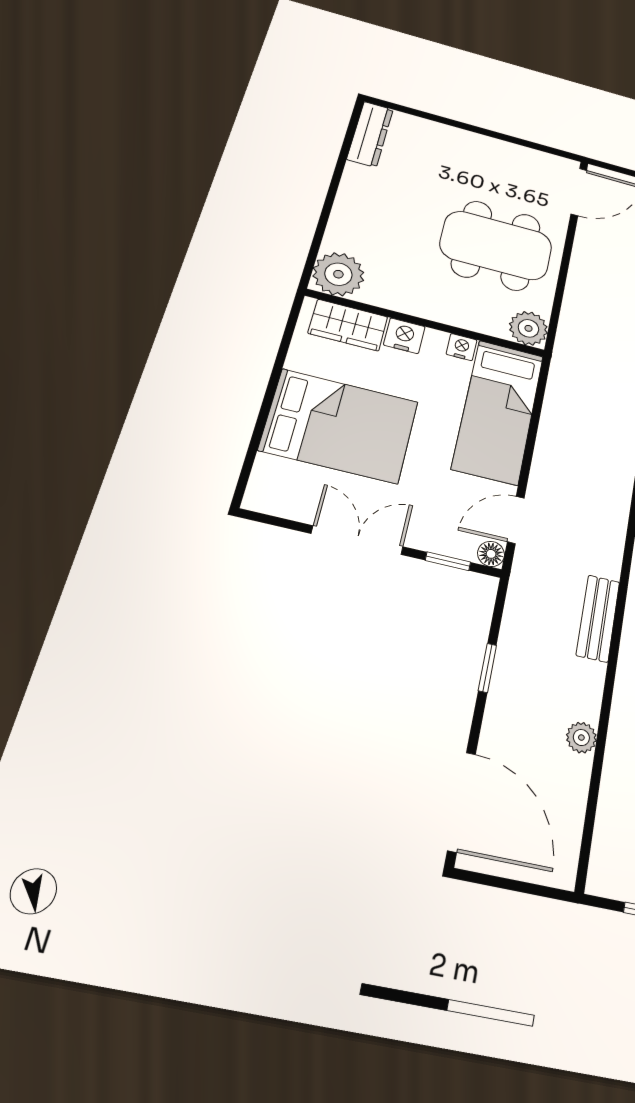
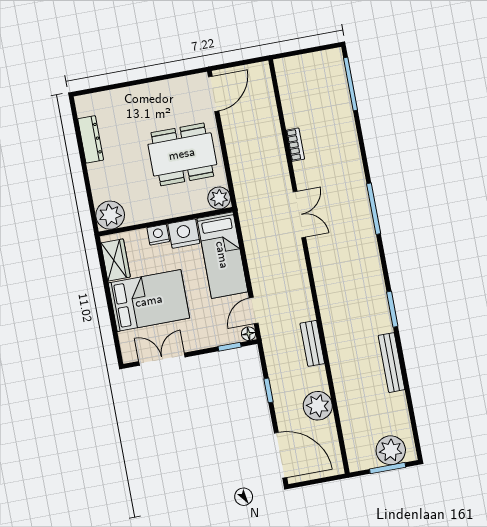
dresser: (370, 134) -> (91, 139), moved
wardrobe: (348, 325) -> (115, 260), moved, turned -90
nightstand: (462, 347) -> (184, 234), width x1.89, depth x1.79
double door: (357, 540) -> (162, 359), moved
plant: (581, 738) -> (318, 406), width x1.87, depth x1.87

